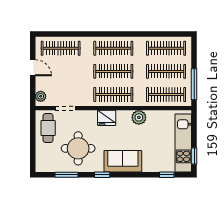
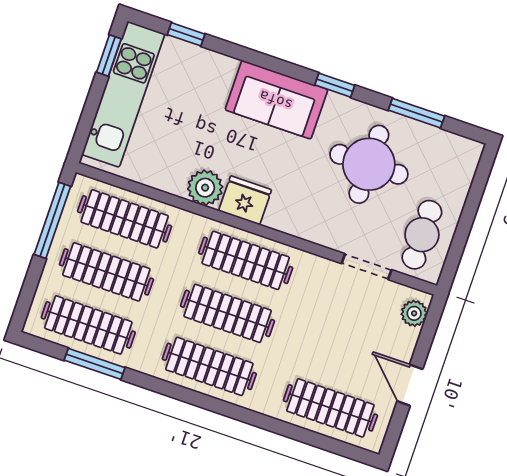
window: (158, 34) -> (95, 364), added
fridge: (107, 118) -> (245, 200), moved

